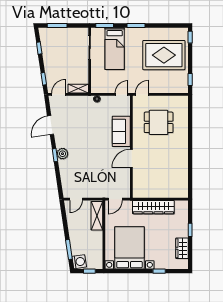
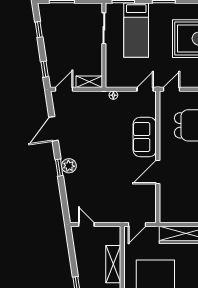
door: (76, 199) -> (86, 224), swing flipped
shelving: (97, 216) -> (113, 264), moved

